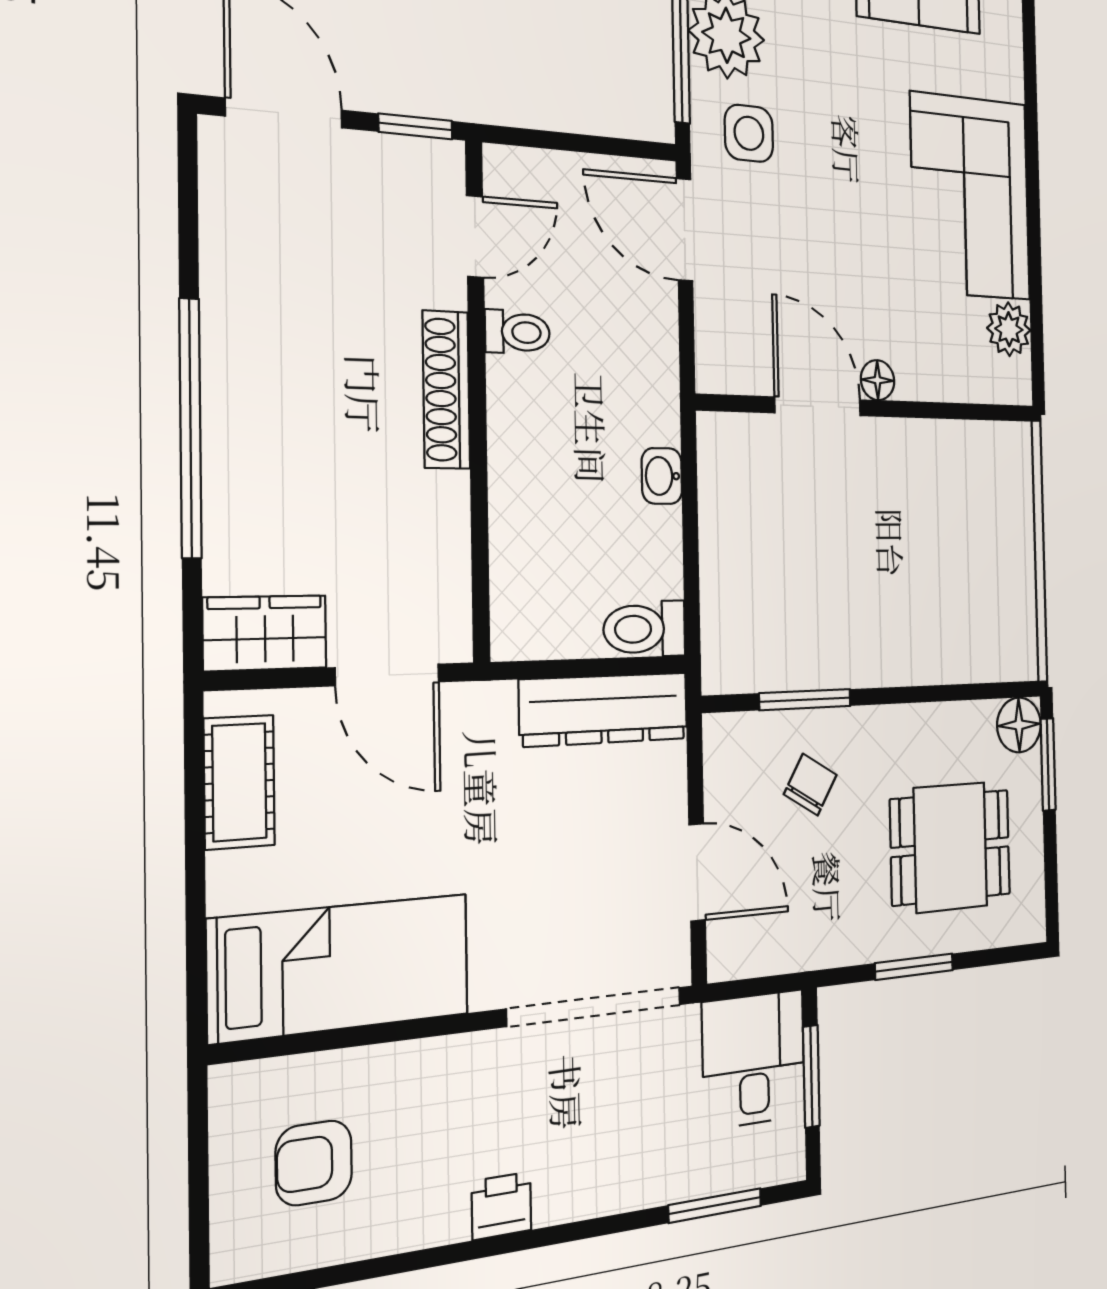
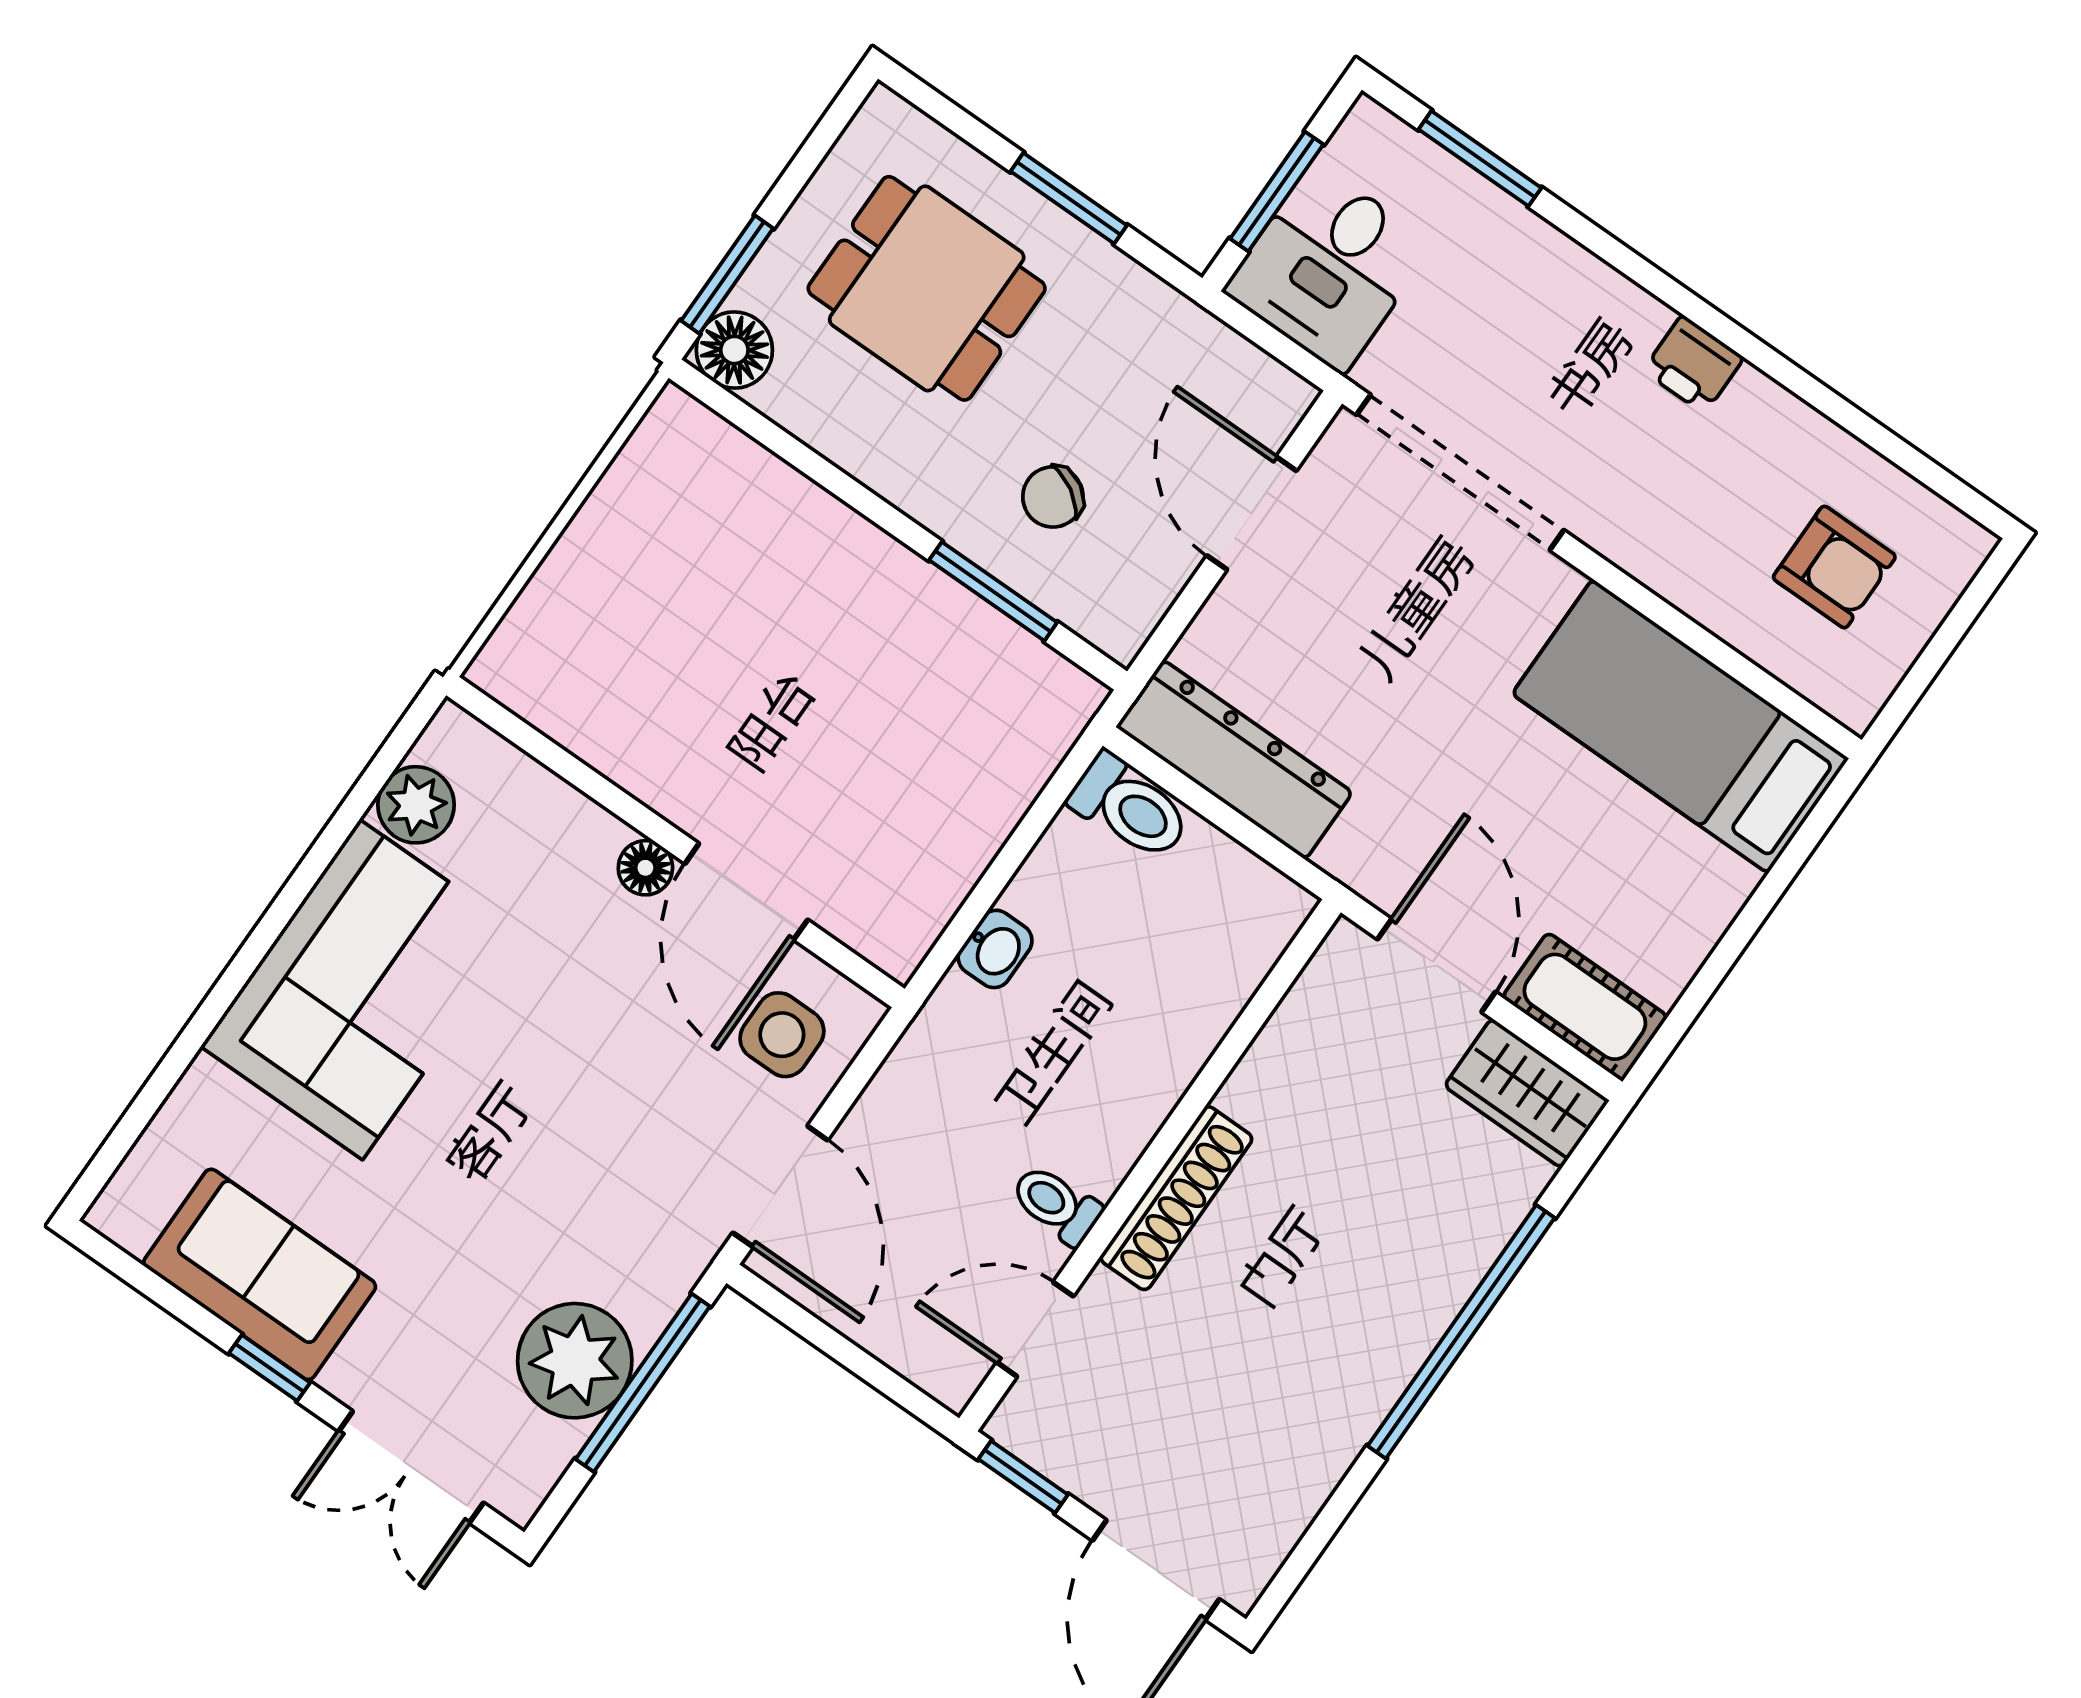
side table: (749, 133) -> (782, 1035), moved
cot: (239, 782) -> (1585, 1007), moved, turned 90

